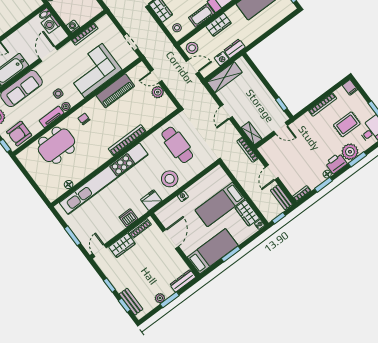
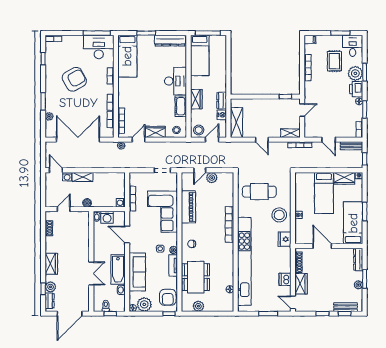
plant: (32, 167) -> (198, 306), added
dishwasher: (128, 218) -> (285, 279), moved

